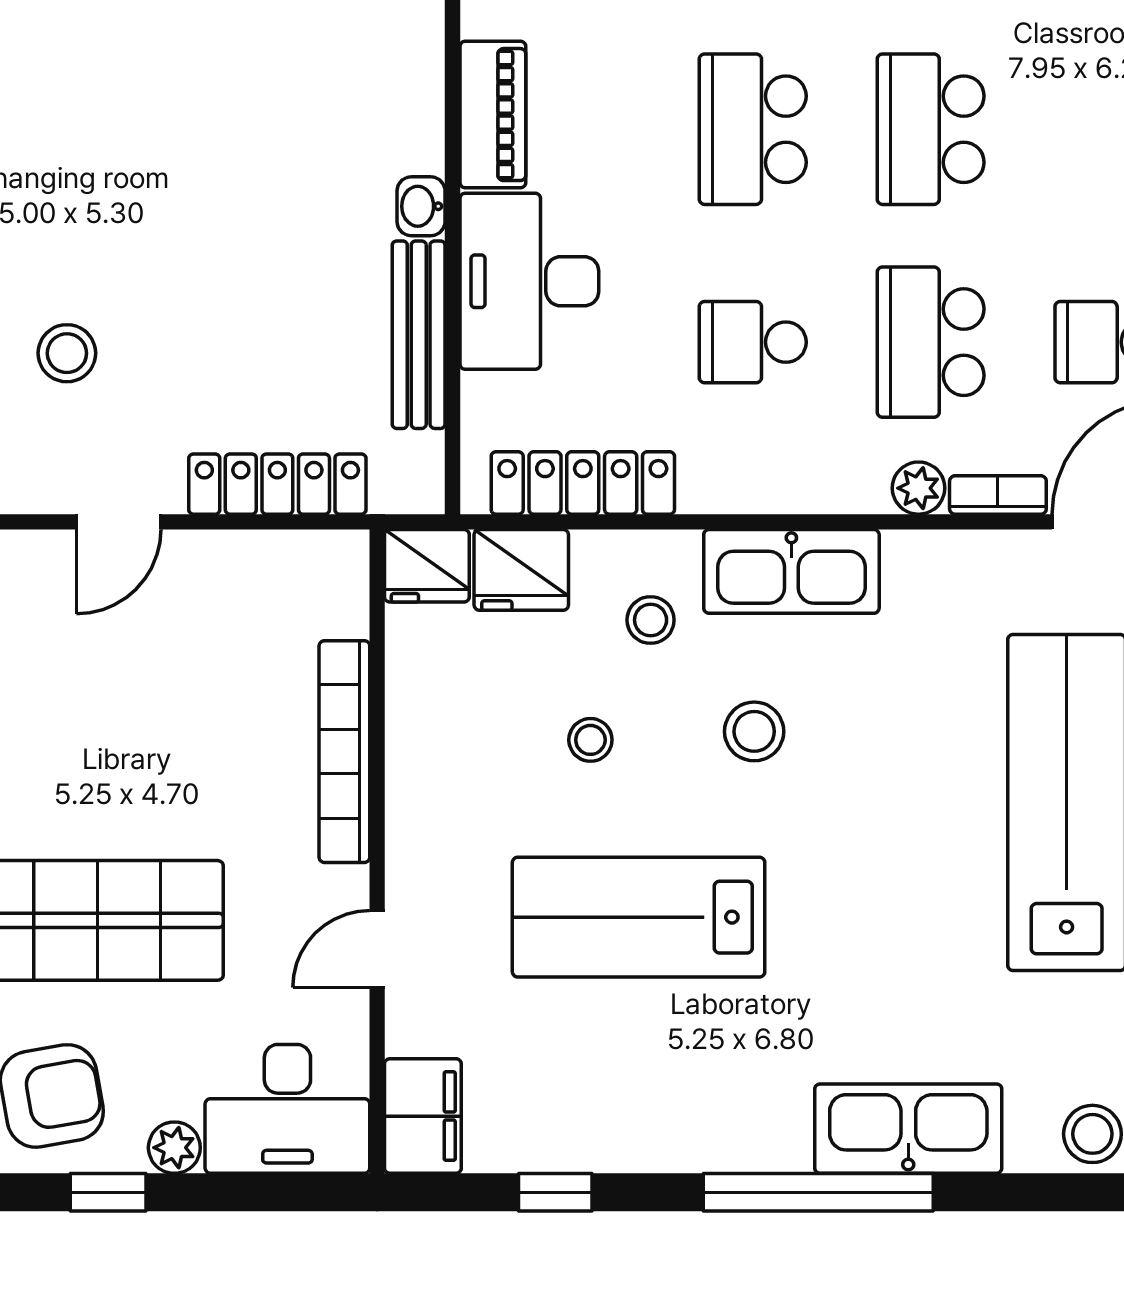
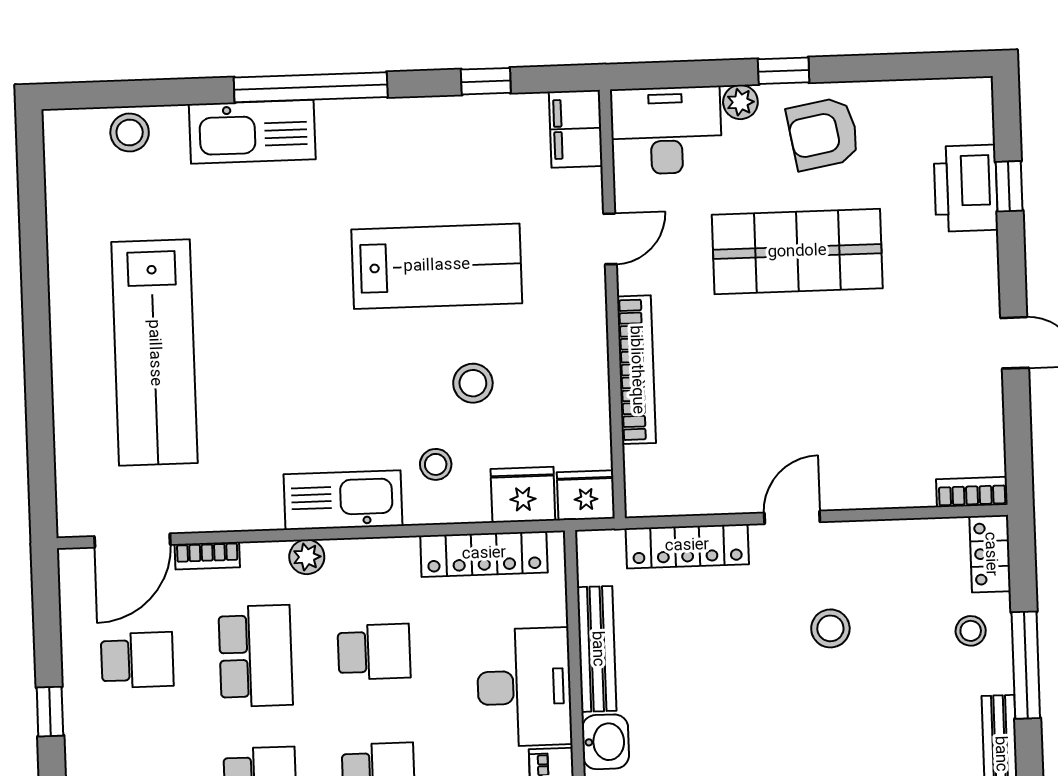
washbasin: (421, 206) -> (605, 742), width x1.38, depth x1.45
plant: (919, 488) -> (307, 557), moved
stool: (754, 731) -> (364, 393), removed
stool: (590, 740) -> (473, 383), width x1.37, depth x1.37

